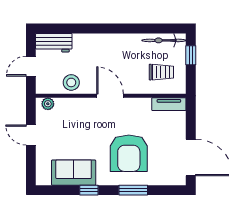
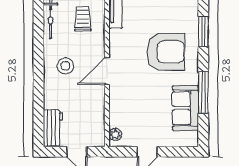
stool: (71, 82) -> (65, 66), moved
window: (89, 190) -> (203, 92), width x2.17
window: (133, 190) -> (203, 31), moved

